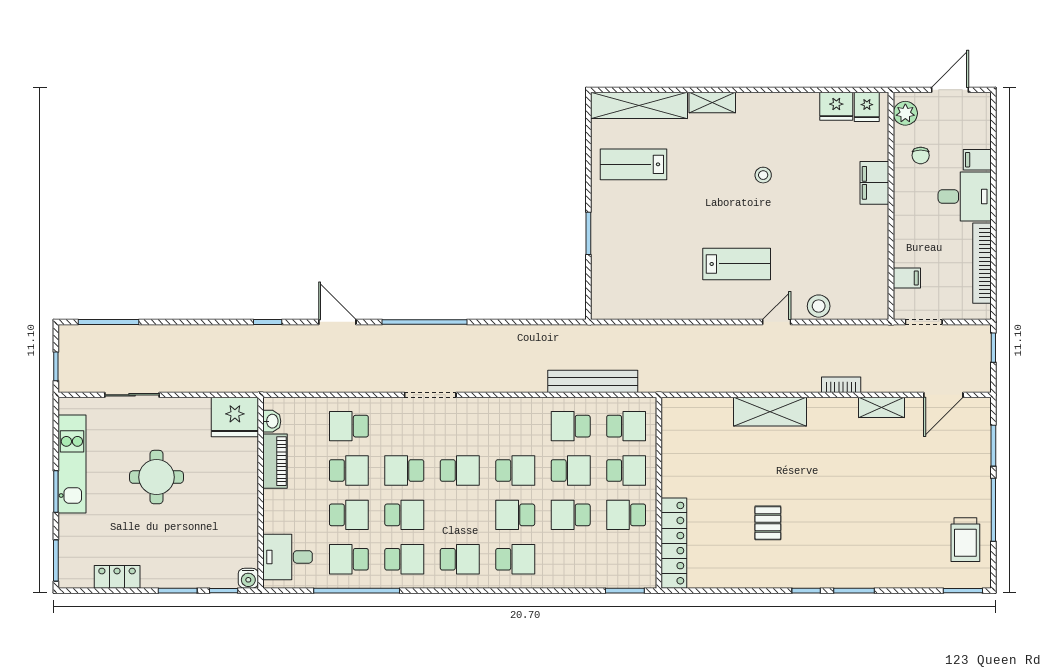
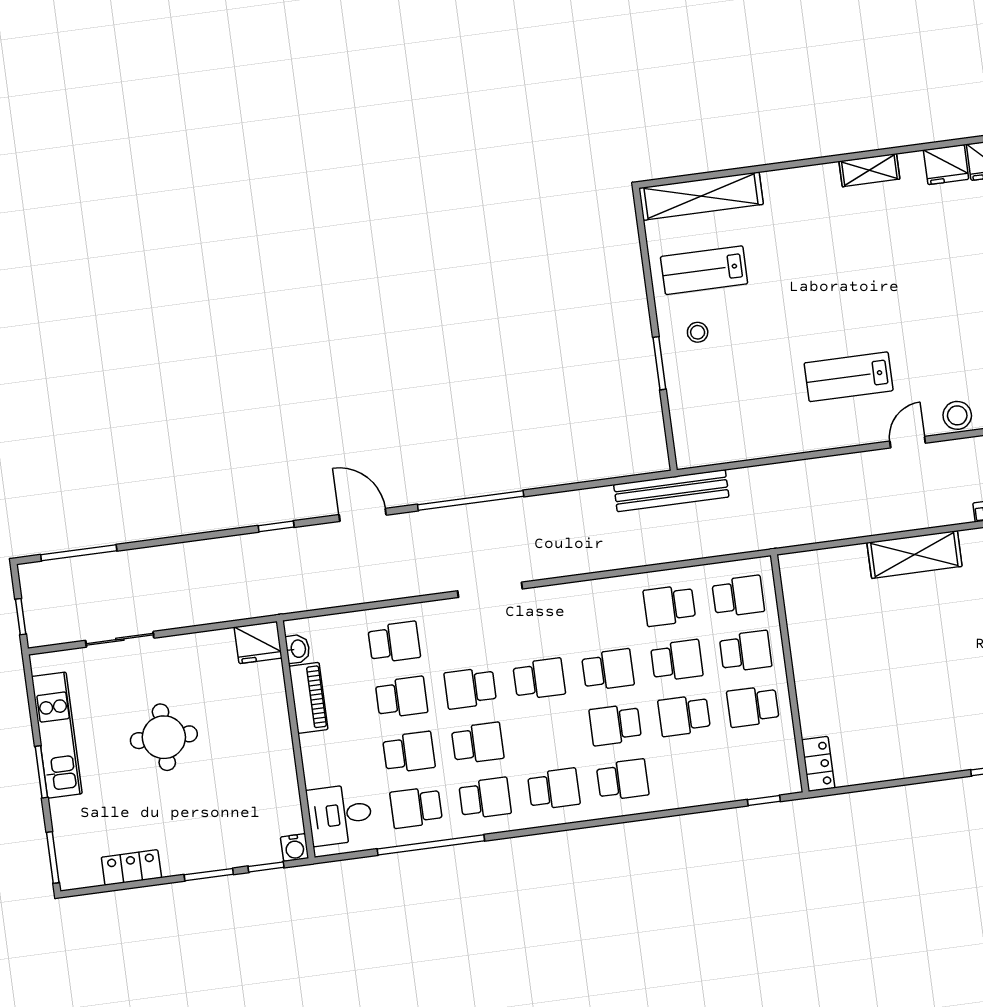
shelving: (712, 103) -> (869, 170), moved
stool: (763, 175) -> (698, 332), moved
lab bench: (737, 264) -> (849, 377), turned 180
bench: (593, 381) -> (671, 491), moved
fridge: (235, 417) -> (258, 642), width x0.73, depth x0.75
school desk: (349, 426) -> (394, 642), turned 180
pallet: (768, 523) -> (930, 693), removed
locker: (674, 543) -> (818, 764), width x0.46, depth x0.83
window: (625, 591) -> (764, 801), width x0.67

